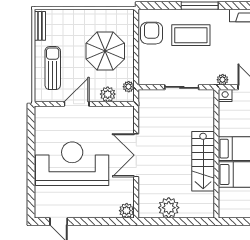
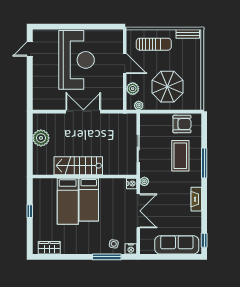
plant: (127, 211) -> (39, 104), removed

